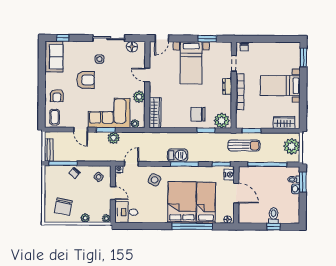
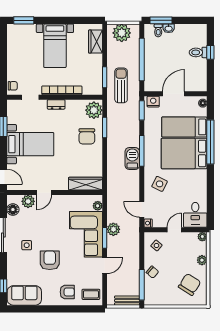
plant: (139, 97) -> (28, 201), moved
chair: (63, 207) -> (190, 284), turned -69

